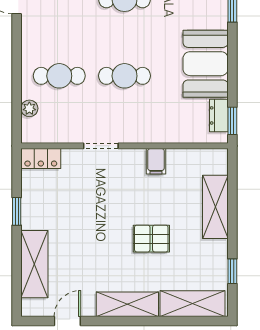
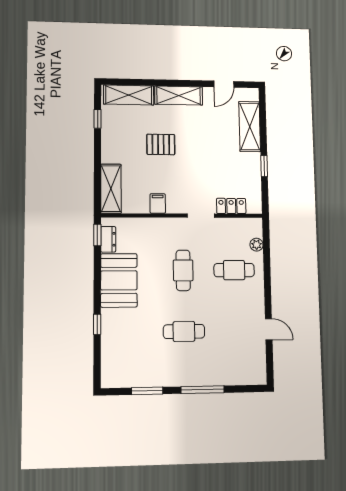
cafe table: (125, 76) -> (183, 270), turned 90
locker: (41, 159) -> (231, 206), moved
shelving: (215, 207) -> (111, 189), moved

